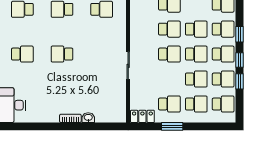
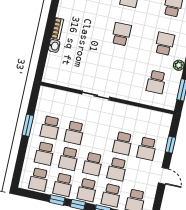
school desk: (169, 54) -> (74, 133), moved
locker: (142, 116) -> (44, 99), removed

